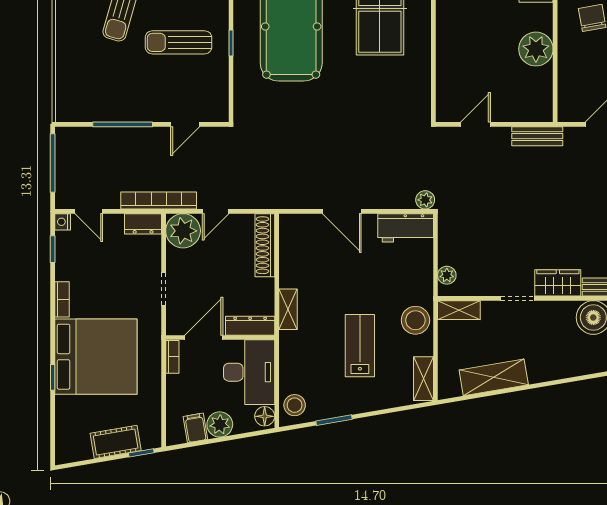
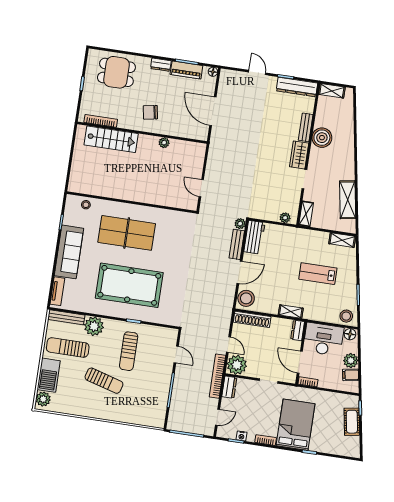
plant: (536, 49) -> (164, 143), width x0.53, depth x0.53
bench: (537, 136) -> (237, 244), moved
nightstand: (63, 222) -> (242, 436), moved
stool: (415, 320) -> (246, 298), moved
dresser: (250, 326) -> (298, 330), width x0.70
bed: (96, 357) -> (296, 425), width x0.73

